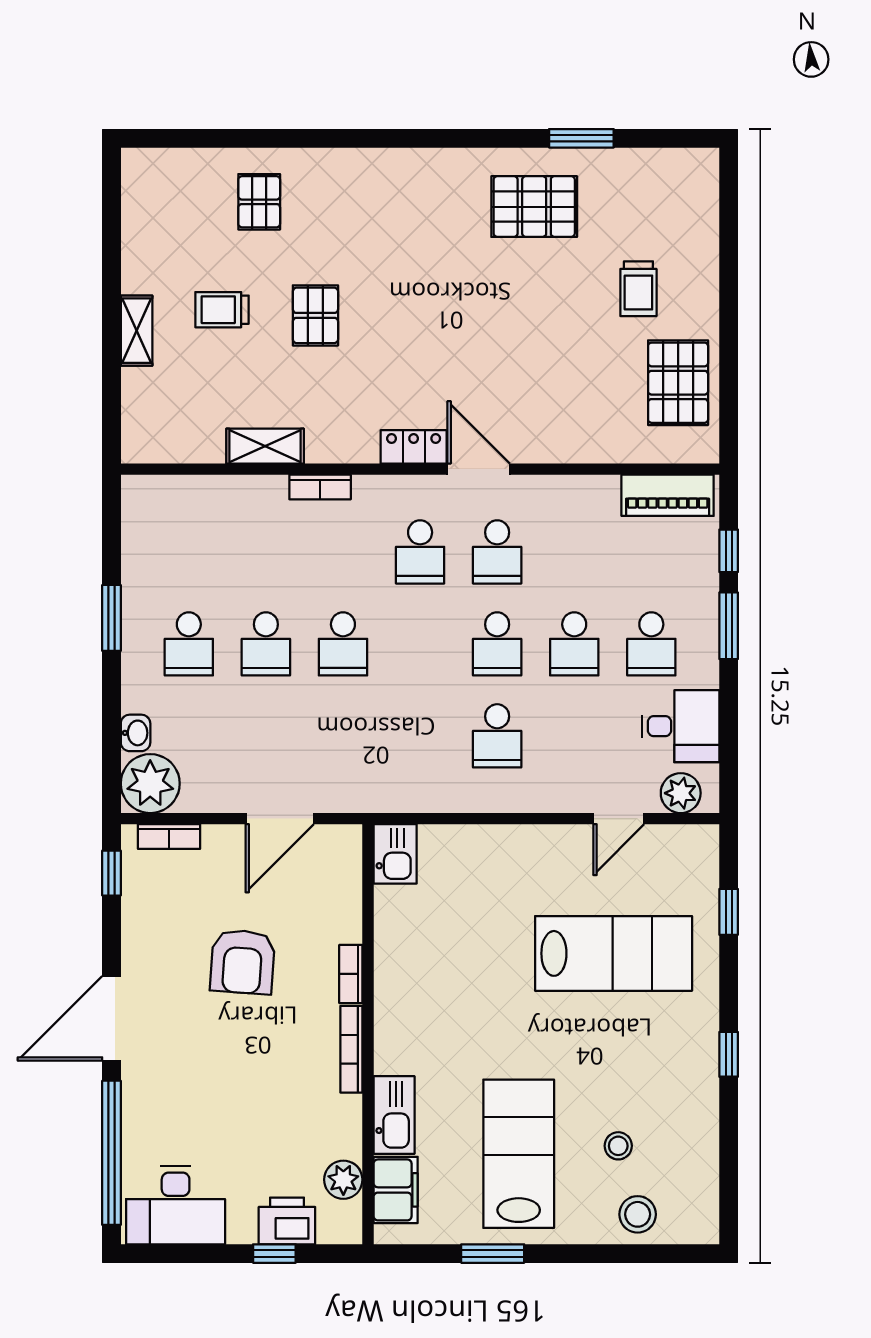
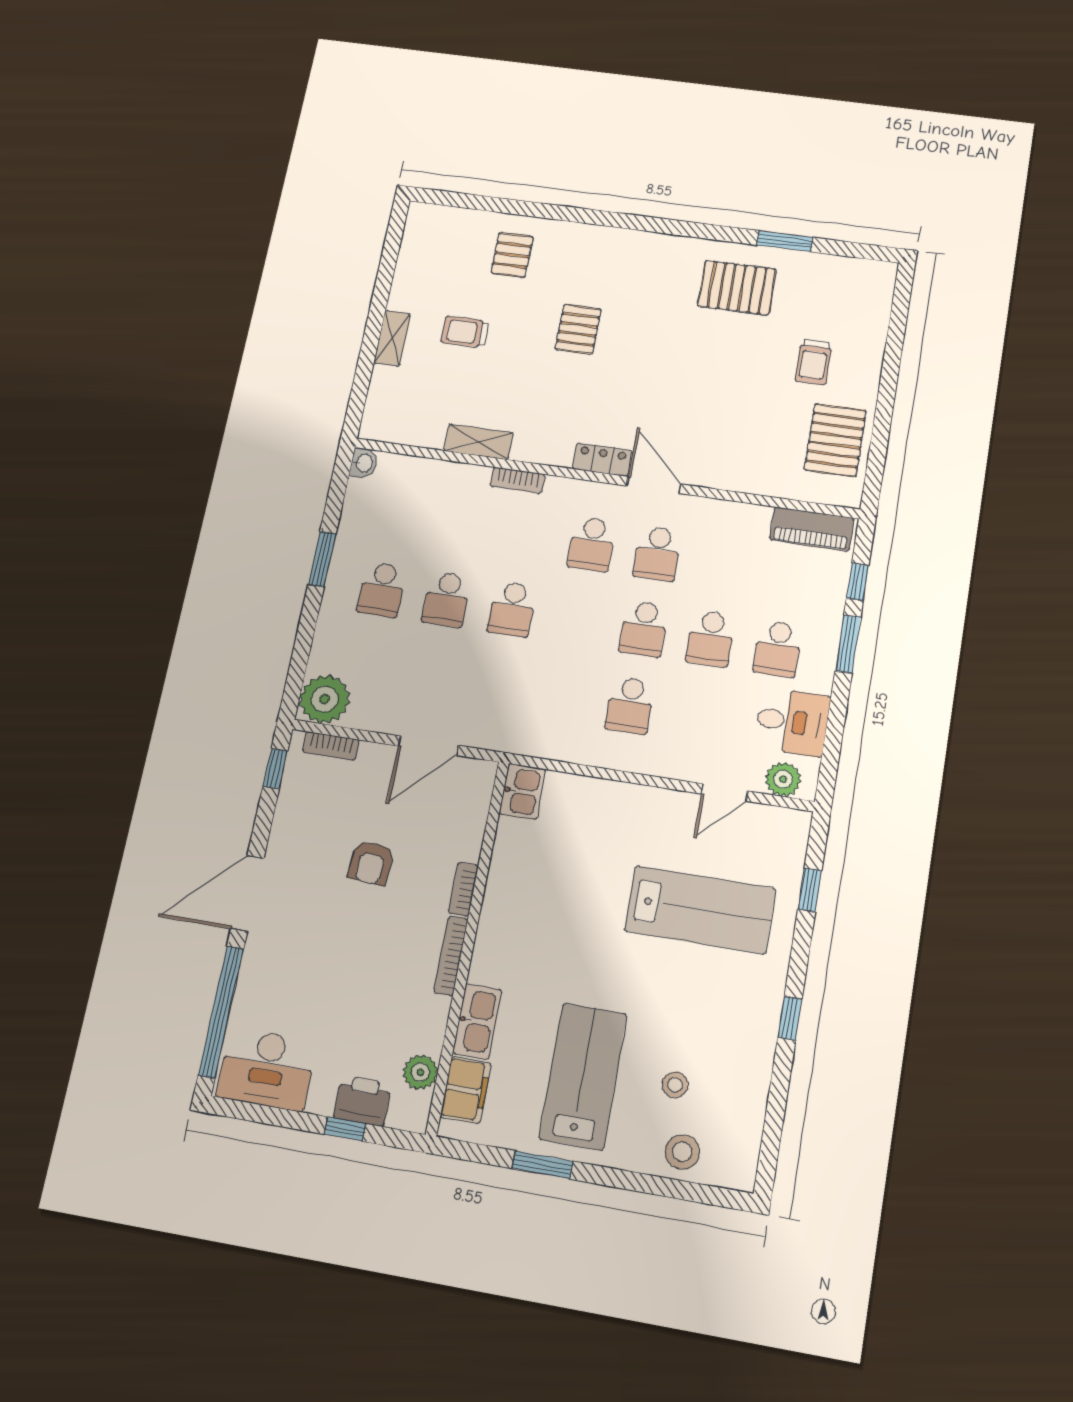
pallet: (315, 315) -> (578, 329), moved
washbasin: (136, 733) -> (364, 463), moved
armchair: (243, 962) -> (371, 863), width x0.72, depth x0.72

